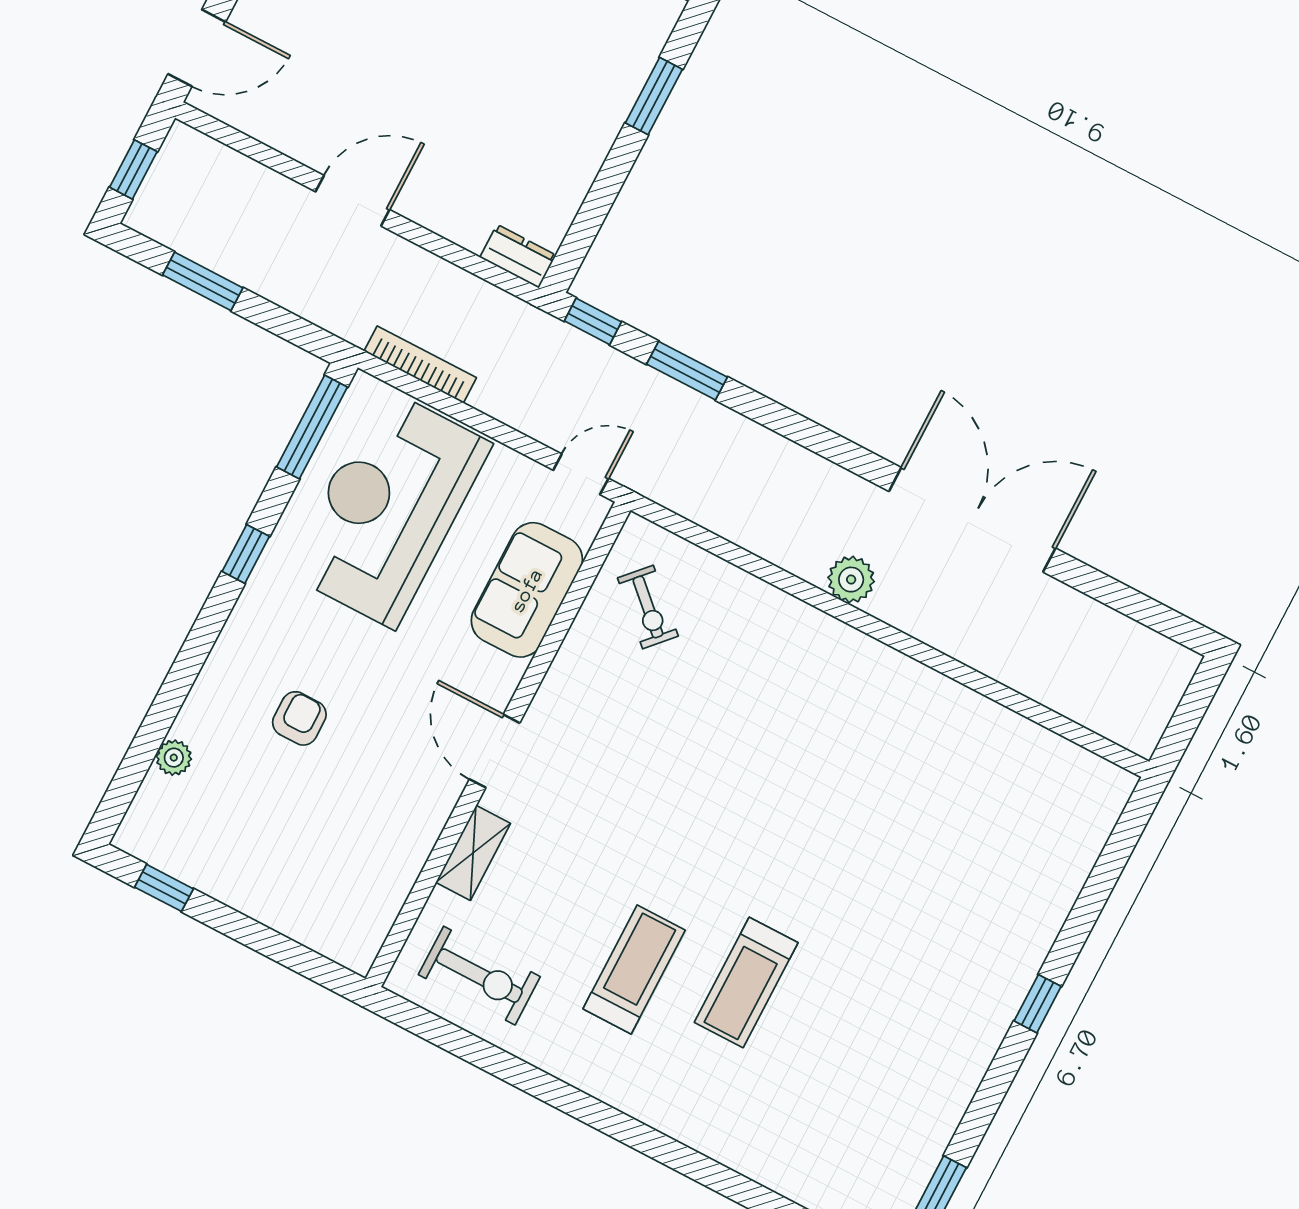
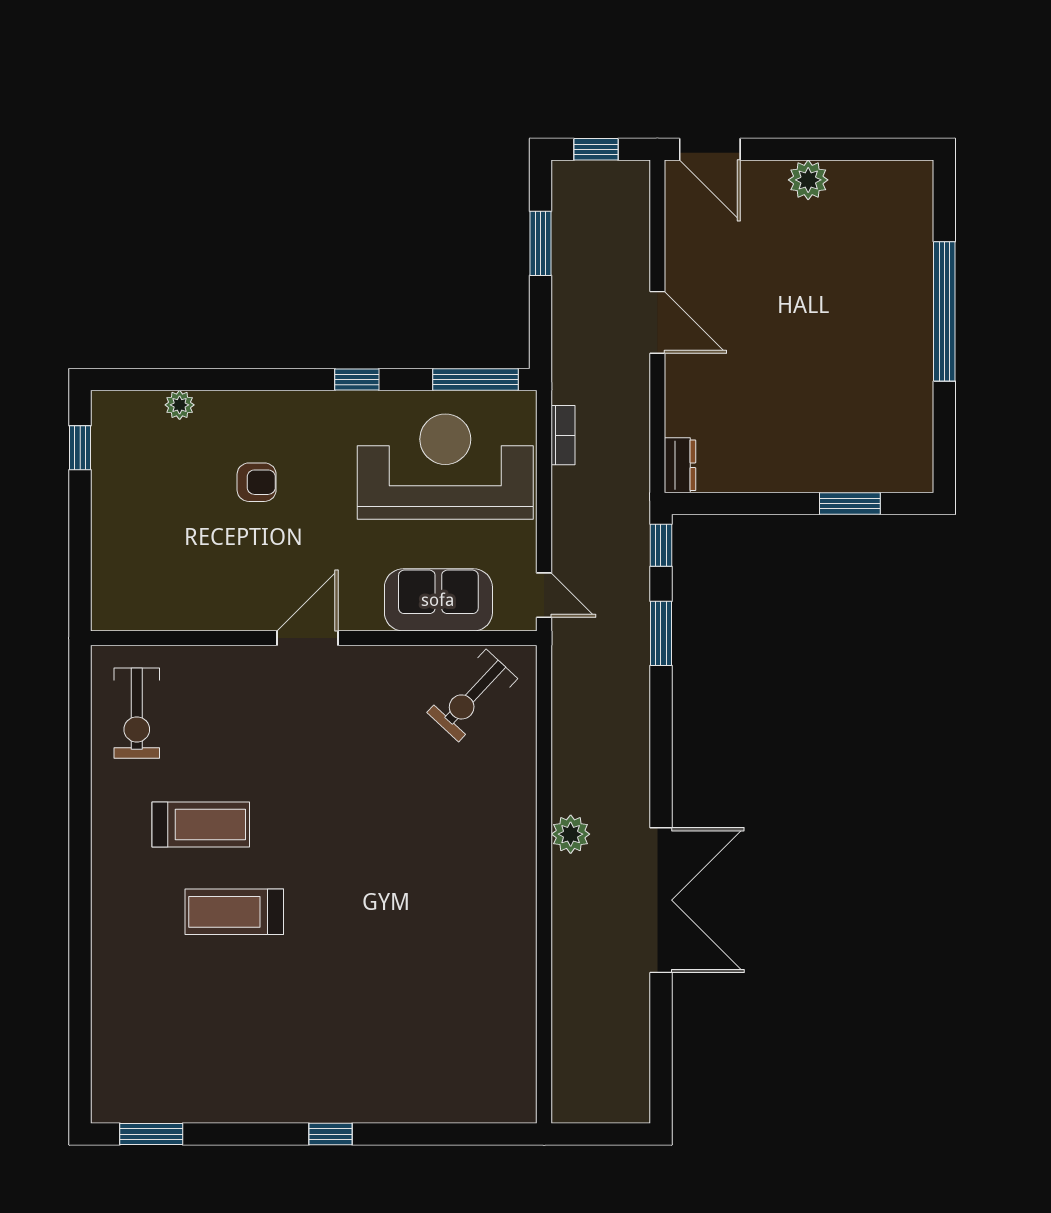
bookcase: (420, 364) -> (563, 435), width x0.64
exercise bike: (648, 607) -> (472, 695), width x1.38, depth x1.39
shelving: (473, 853) -> (225, 661), removed

